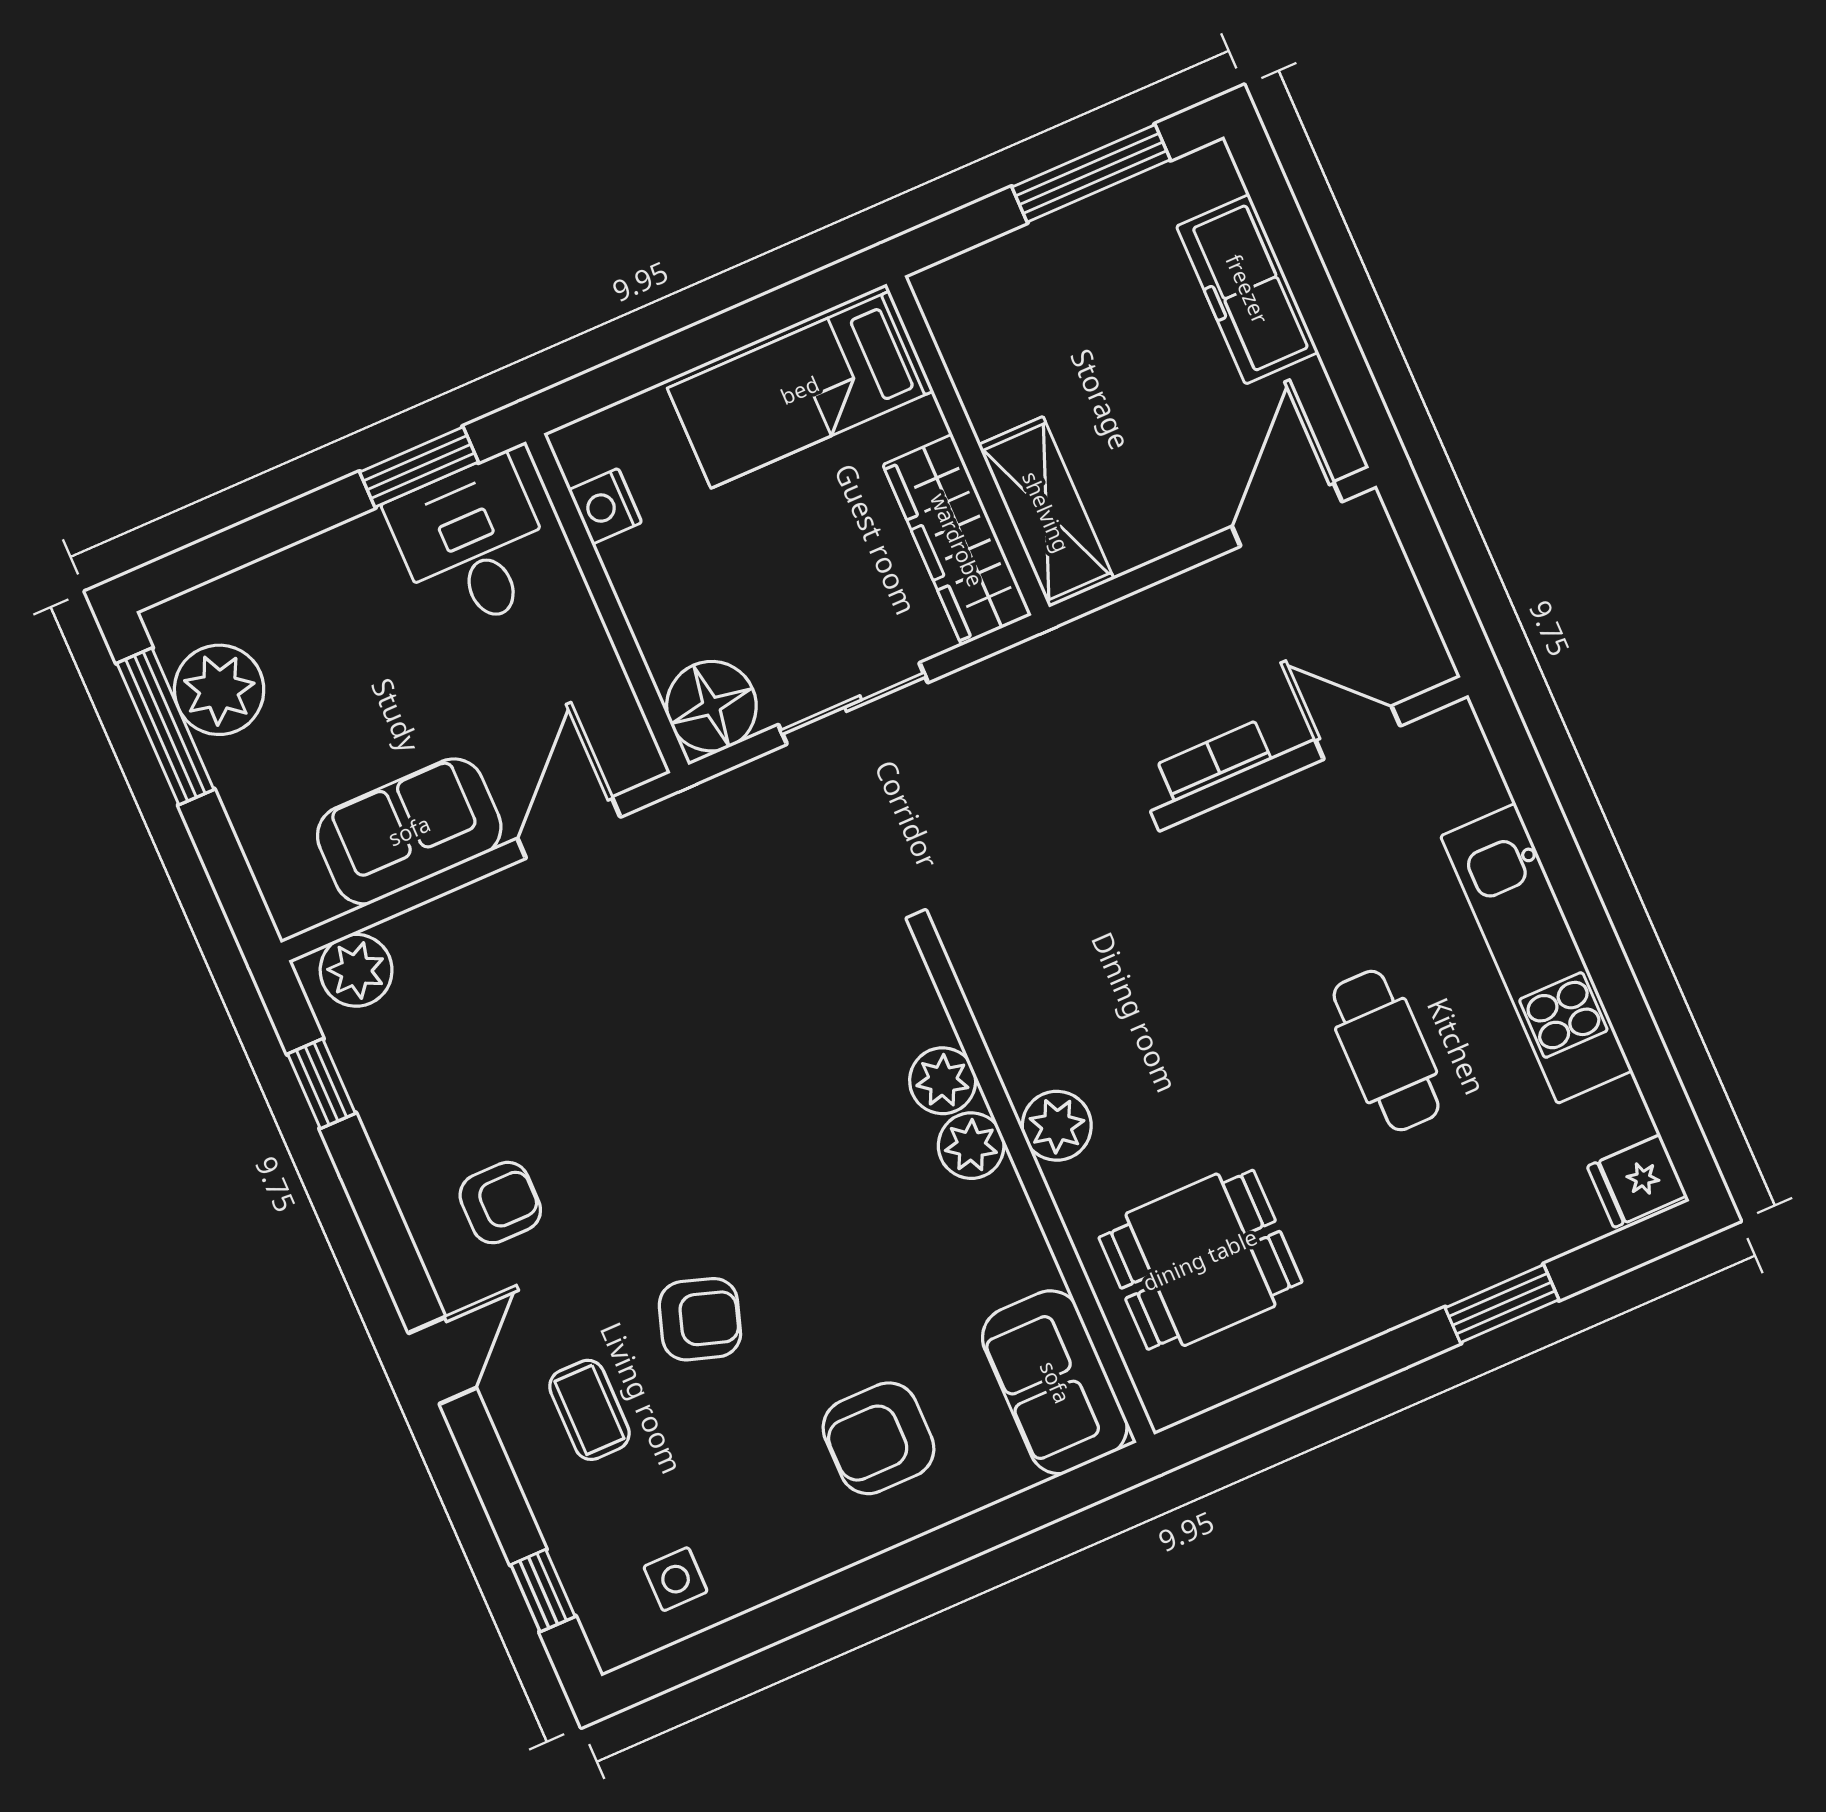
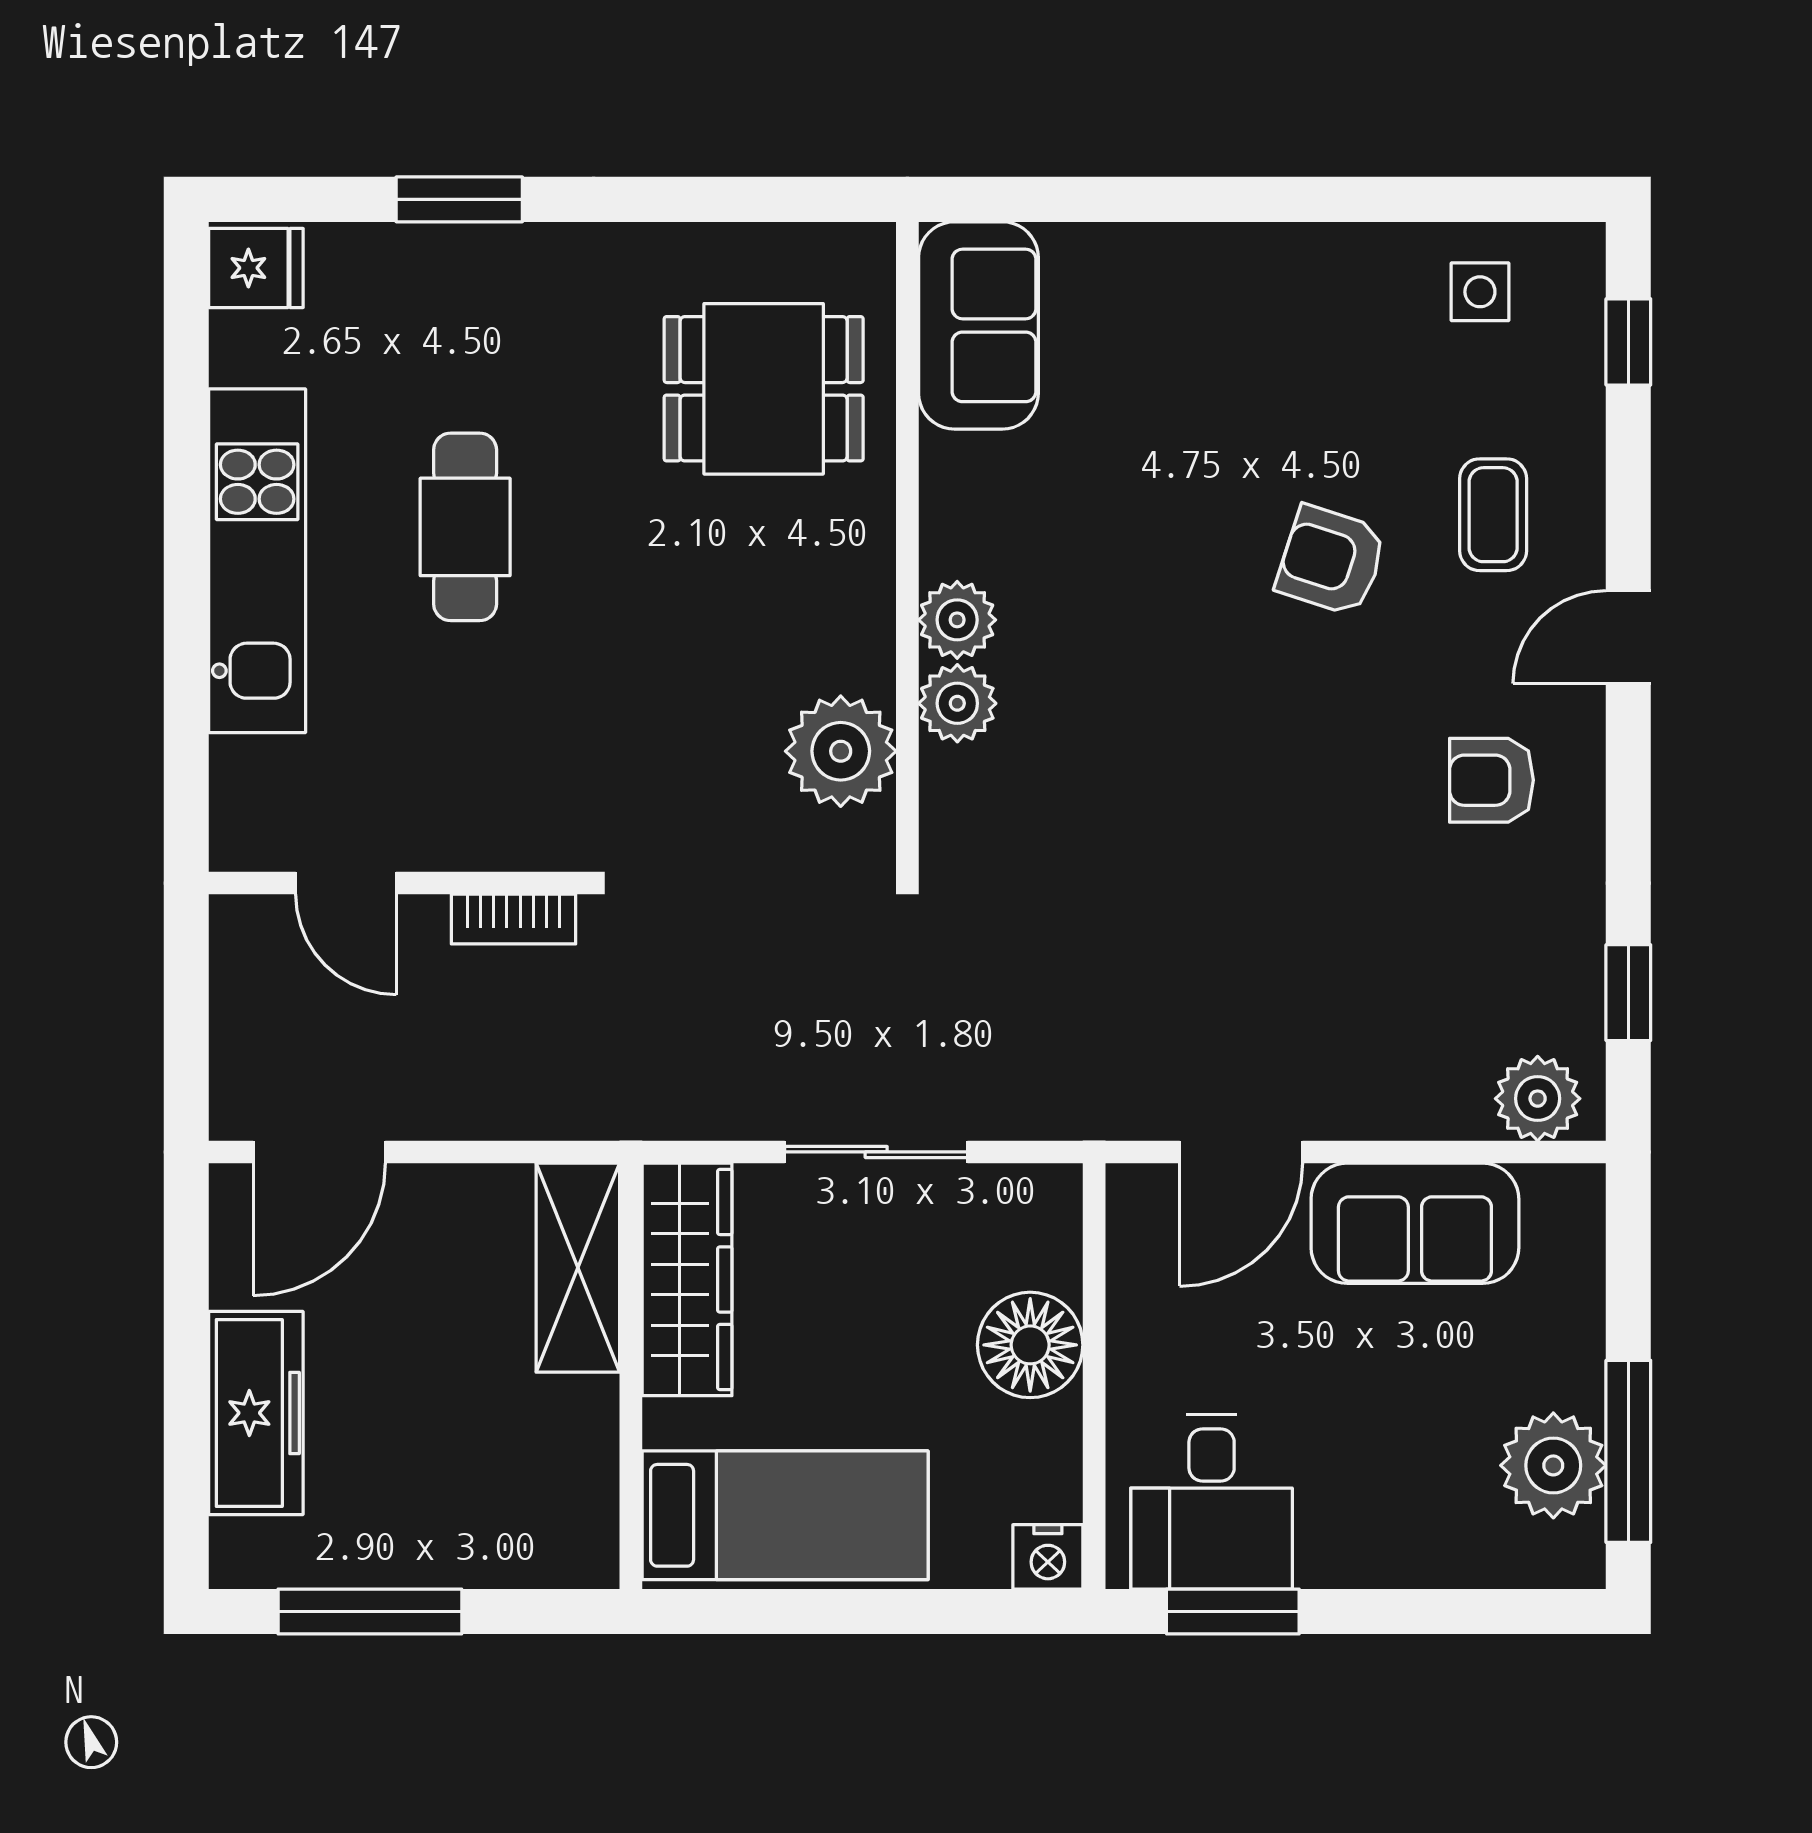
nightstand: (605, 506) -> (1048, 1557), moved, turned 90
floor lamp: (711, 706) -> (1030, 1345), moved
plant: (1057, 1126) -> (841, 751), moved, width x1.36, depth x1.36
armchair: (879, 1438) -> (1195, 348), removed

